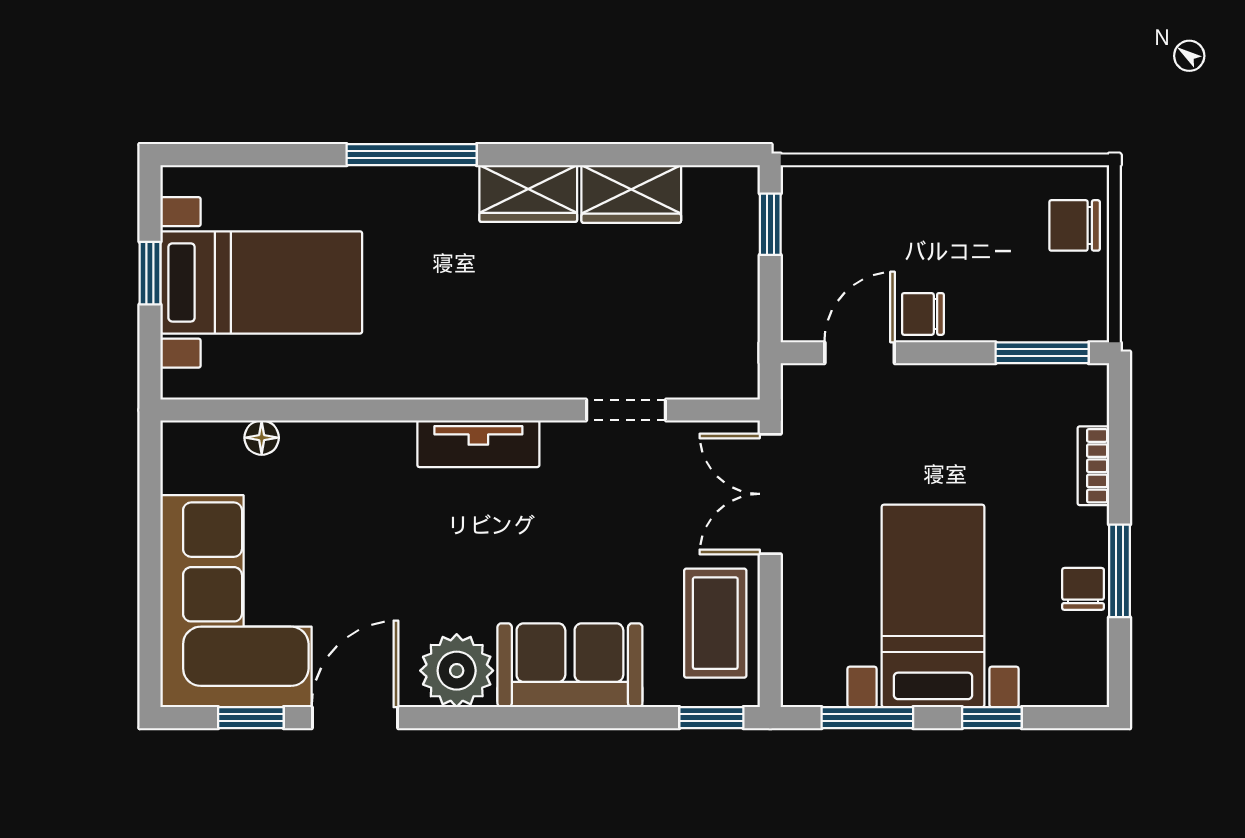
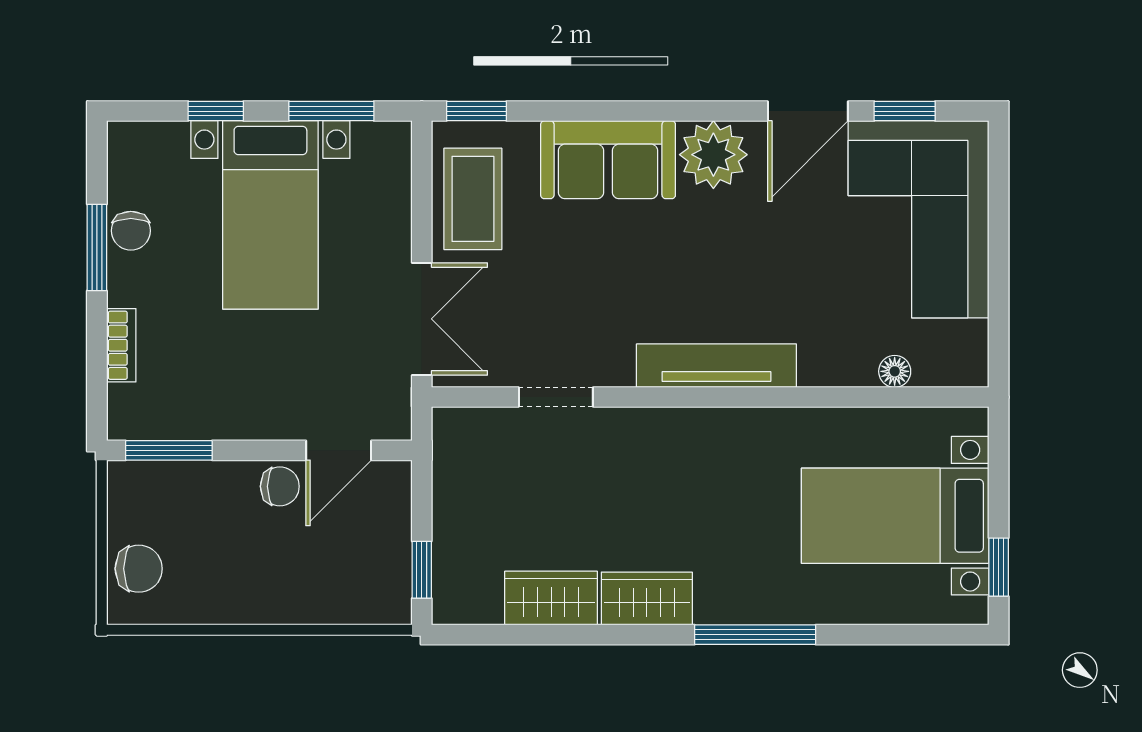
window: (150, 273) -> (999, 567), moved
tv unit: (478, 444) -> (716, 366), width x1.41

